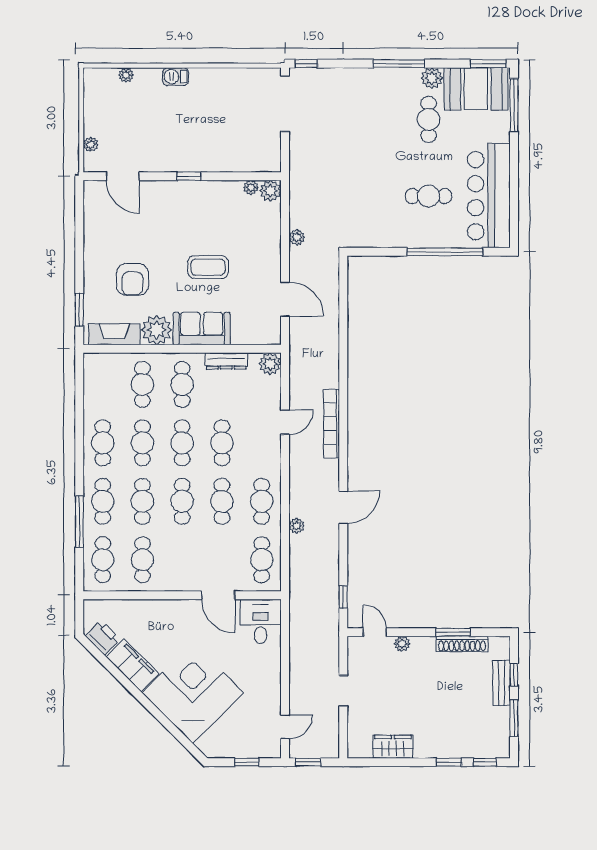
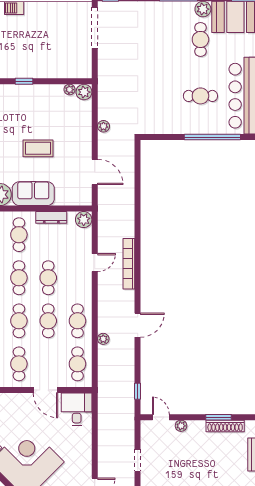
cafe table: (182, 560) -> (19, 364), added

